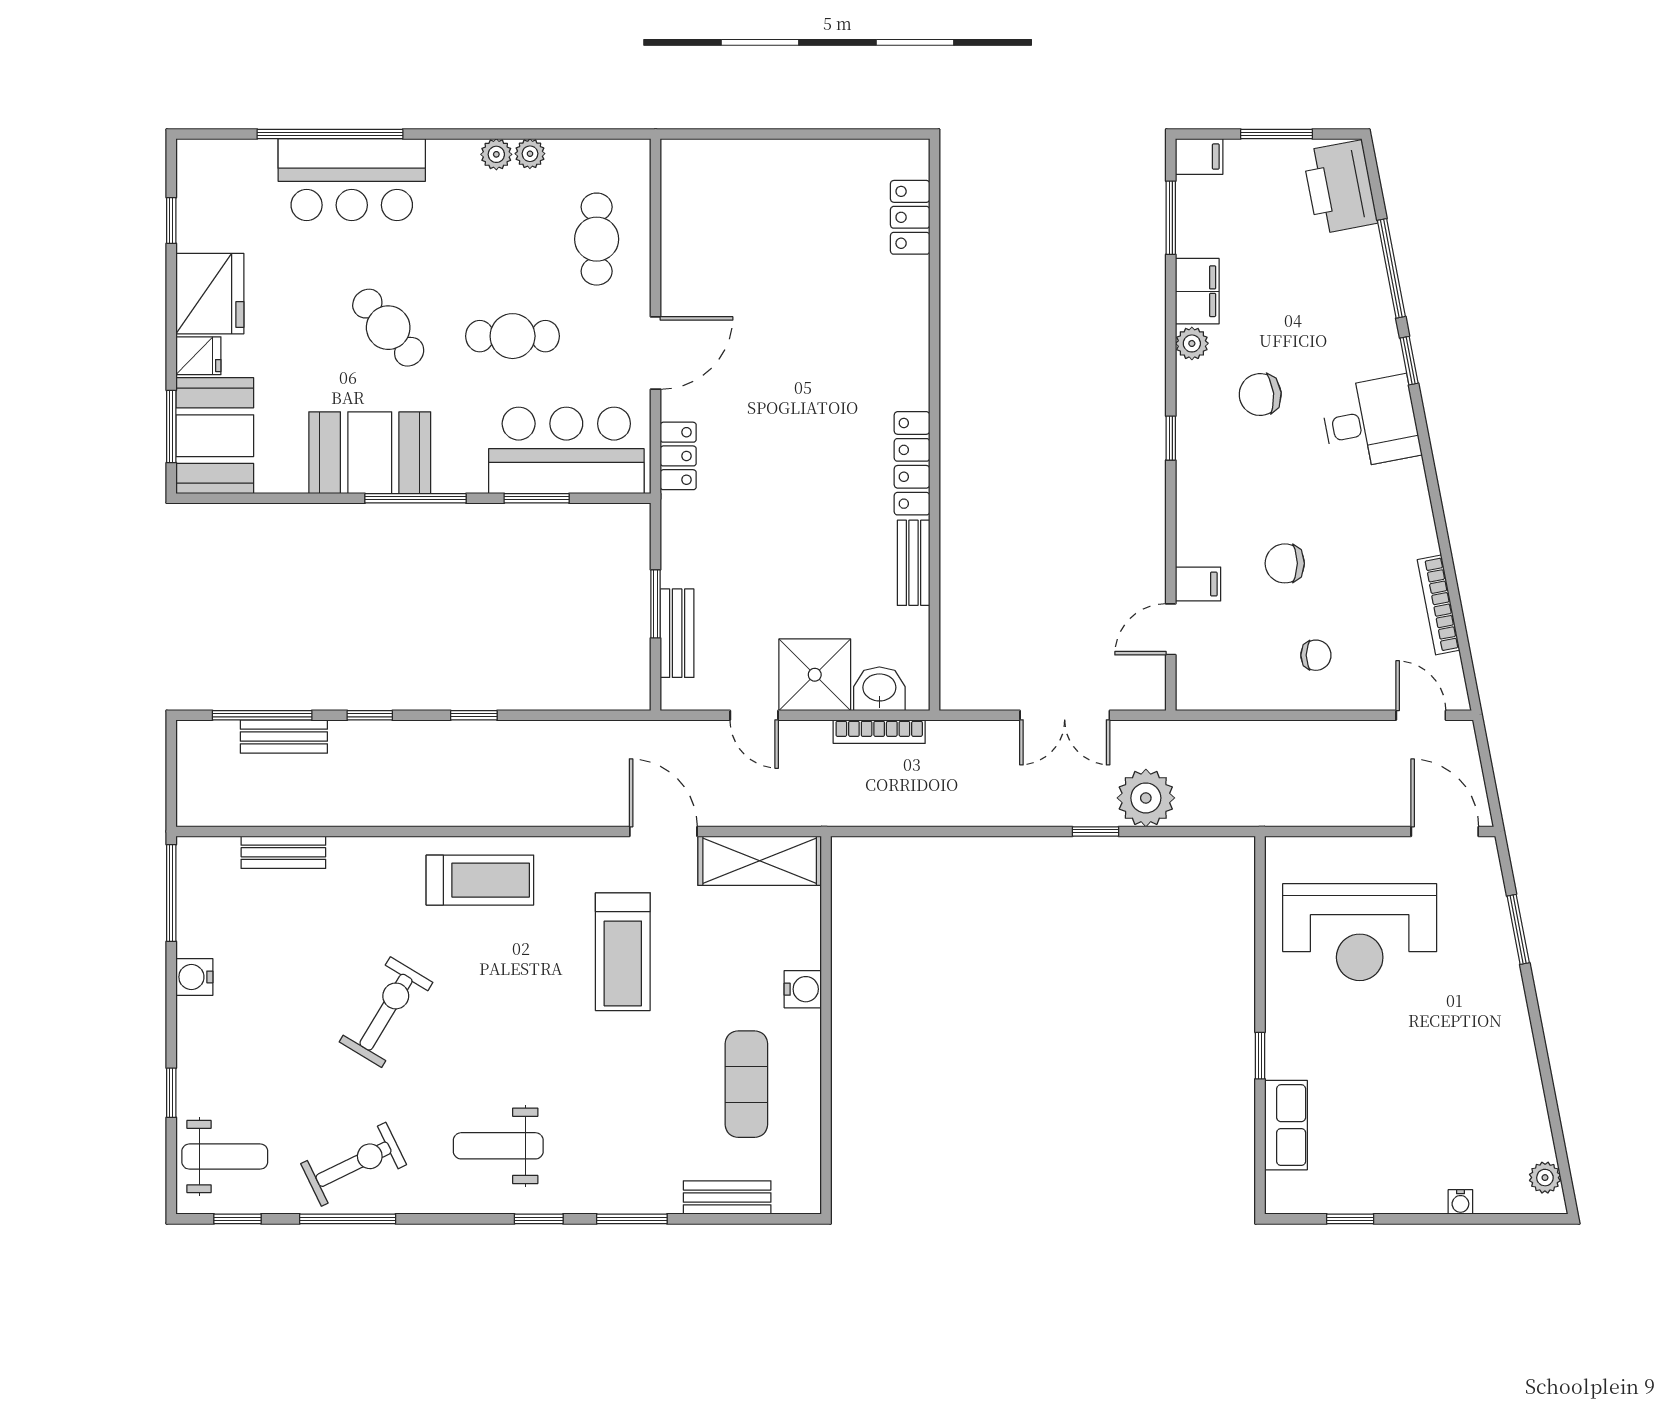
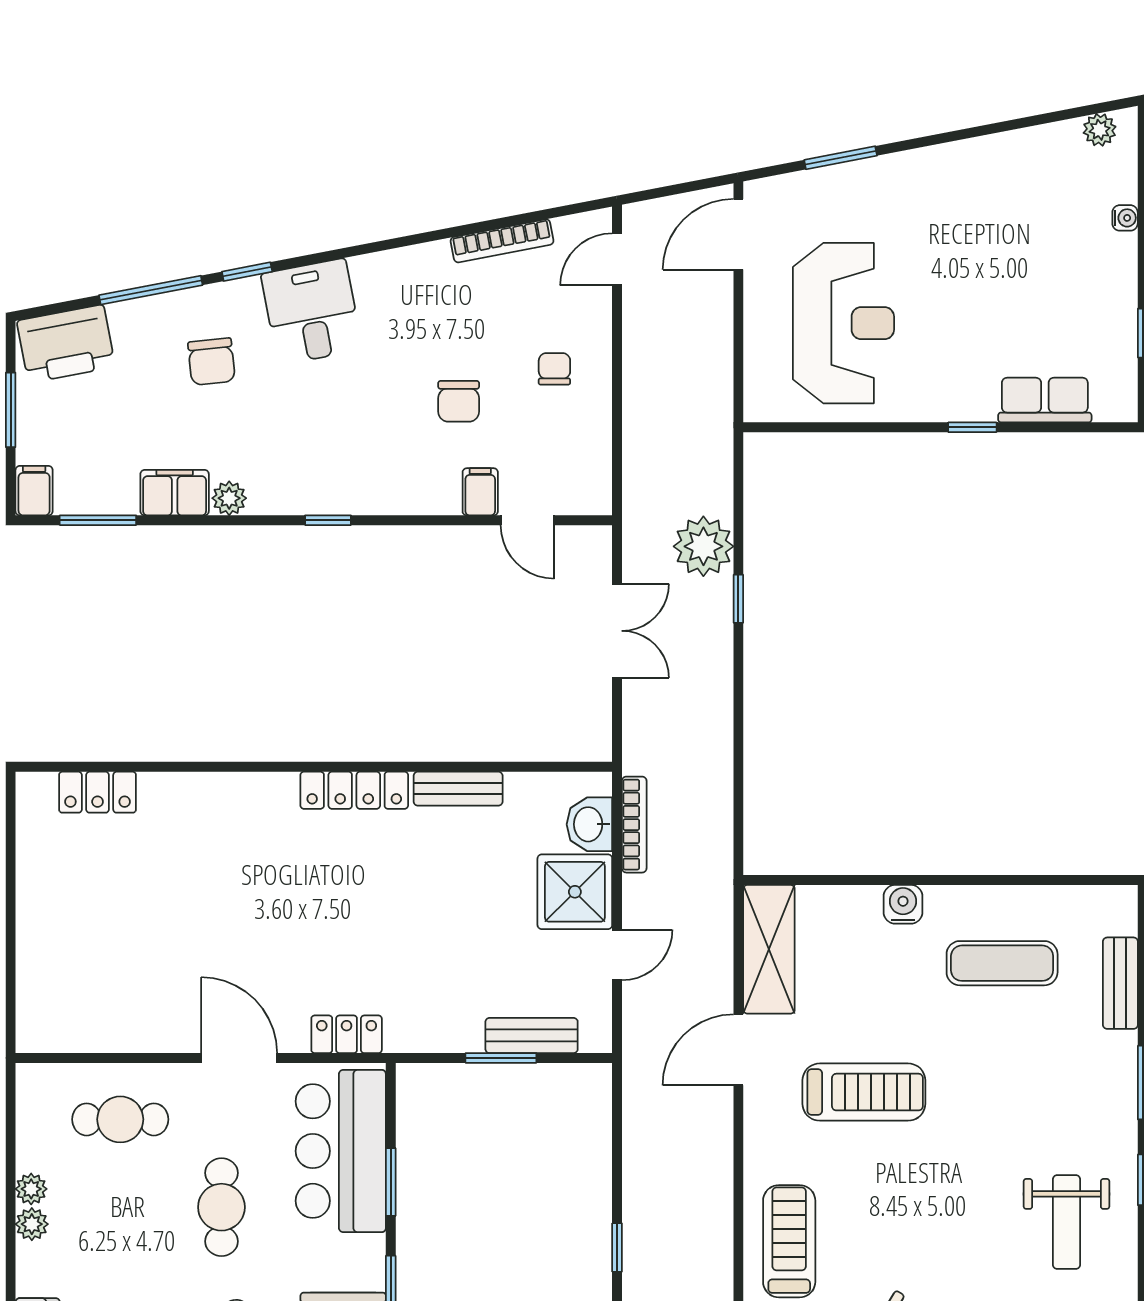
chair: (1260, 395) -> (212, 362), moved

